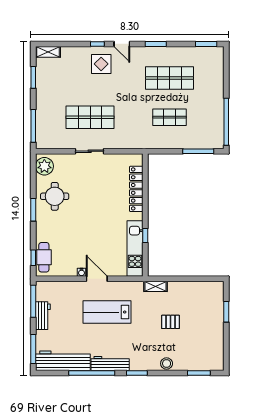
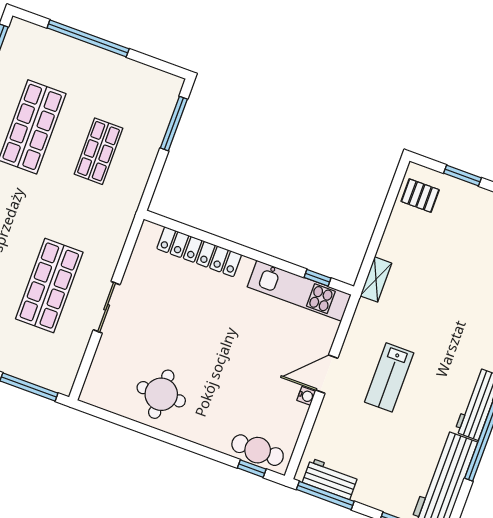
window: (226, 122) -> (88, 38), moved
plant: (44, 166) -> (104, 393), removed
window: (33, 210) -> (171, 439), removed
window: (145, 236) -> (318, 278), moved
lab bench: (107, 312) -> (389, 377), width x0.73, depth x0.72
workbench: (43, 316) -> (330, 479), moved
pallet: (170, 322) -> (420, 196), moved, turned 90

